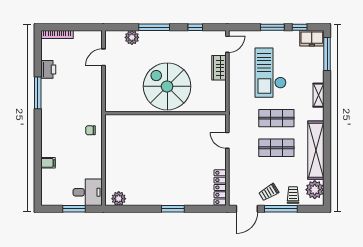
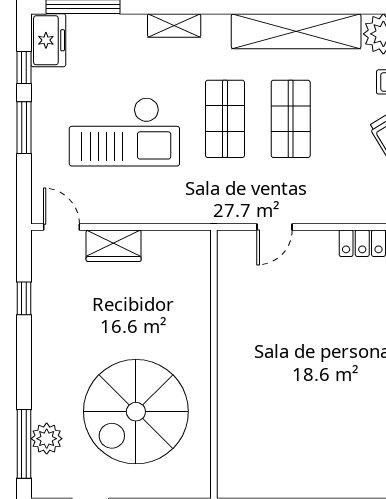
window: (154, 27) -> (24, 444), moved
spiral stairs: (167, 86) -> (136, 412), moved

